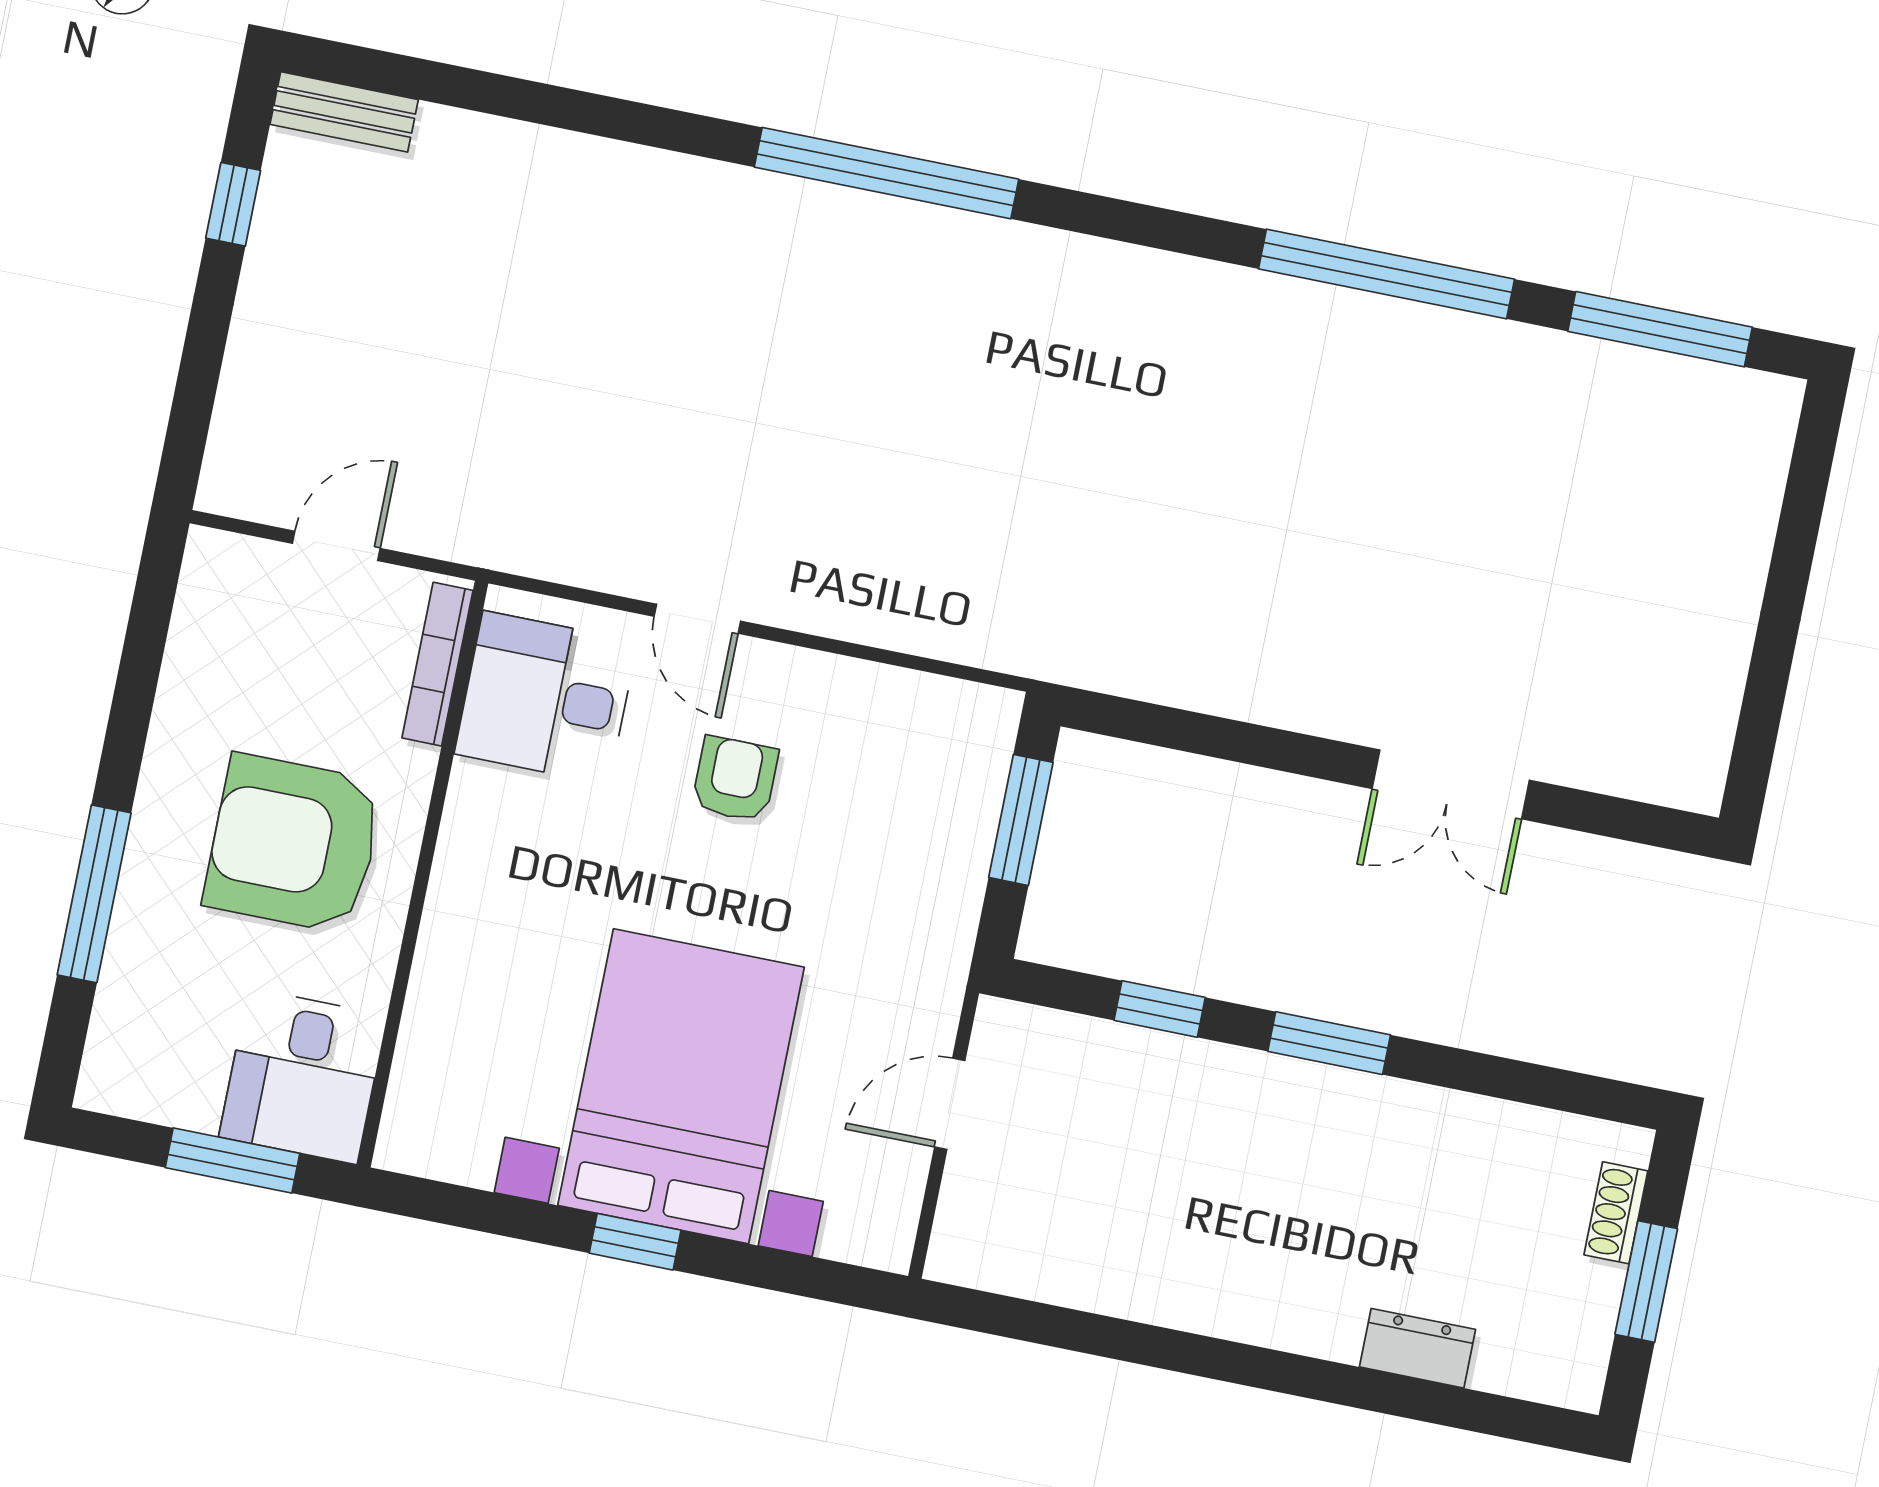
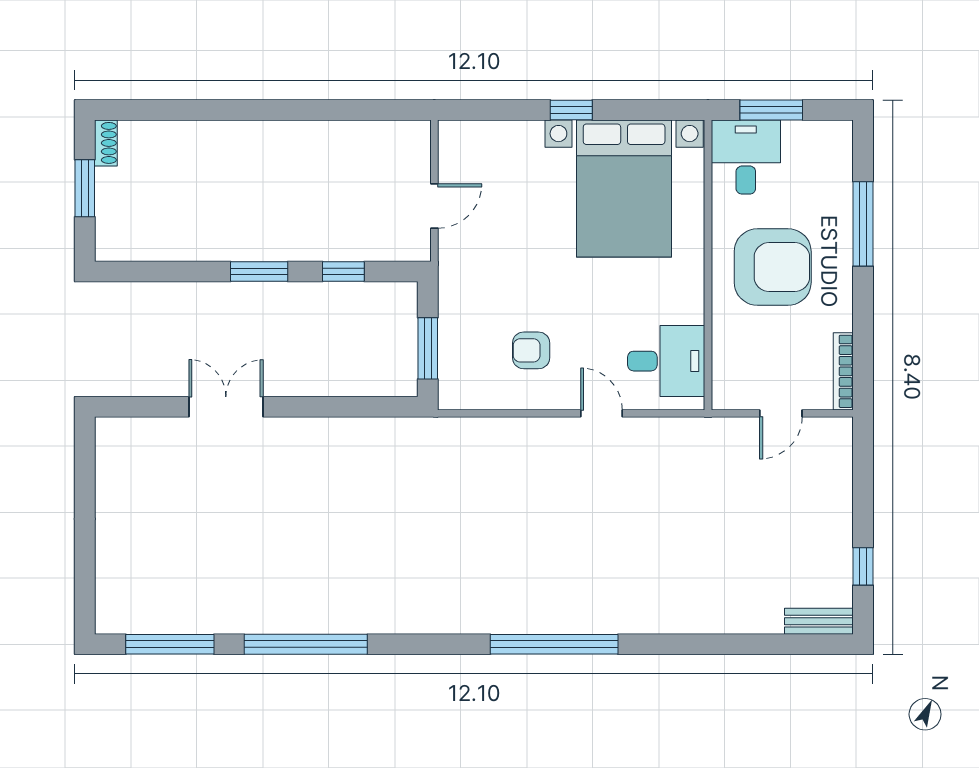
bookcase: (437, 664) -> (843, 371), moved, turned 180
armchair: (735, 779) -> (531, 350), moved, turned 90
bed with nightstands: (681, 1086) -> (624, 189), moved
shoe rack: (1616, 1213) -> (106, 143), moved
dresser: (1418, 1348) -> (188, 134), removed

